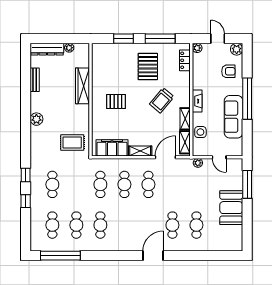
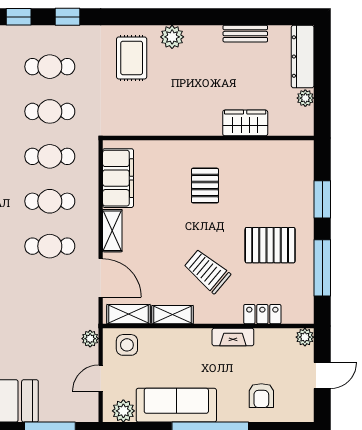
plant: (237, 49) -> (123, 411), moved
locker: (185, 60) -> (262, 314), moved
wardrobe: (82, 86) -> (245, 123), width x0.67
fireplace: (197, 101) -> (233, 337), moved
side table: (200, 132) -> (127, 345), moved
rug: (72, 143) -> (132, 58), moved
cafe table: (76, 184) -> (50, 111), added

